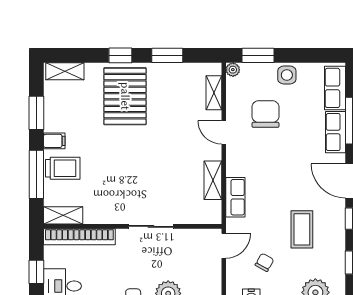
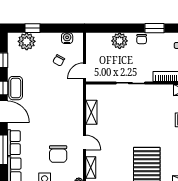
row of seats: (235, 197) -> (77, 102), removed
coffee table: (302, 229) -> (16, 88), moved

